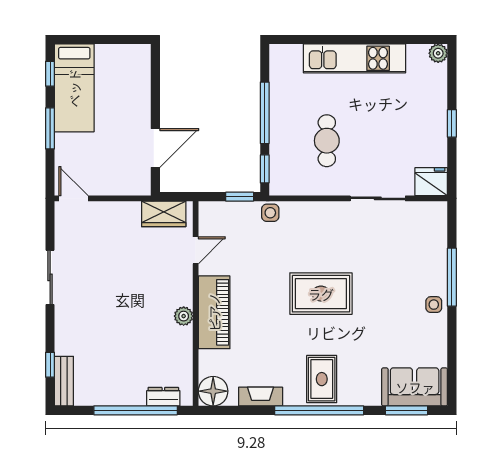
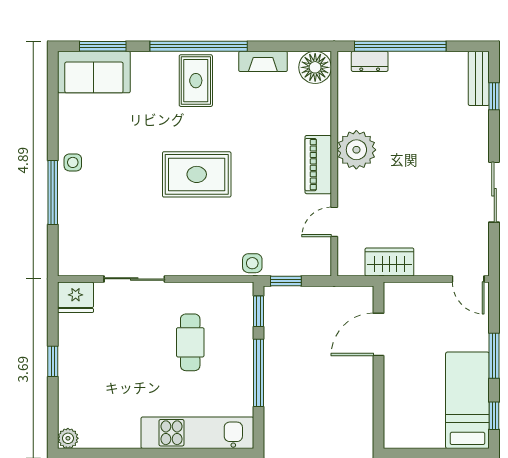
kitchen unit: (354, 58) -> (197, 433), moved
wardrobe: (164, 214) -> (389, 262), moved
piano: (214, 312) -> (318, 165), width x0.73, depth x0.75
plant: (184, 316) -> (356, 150), width x1.87, depth x1.87

